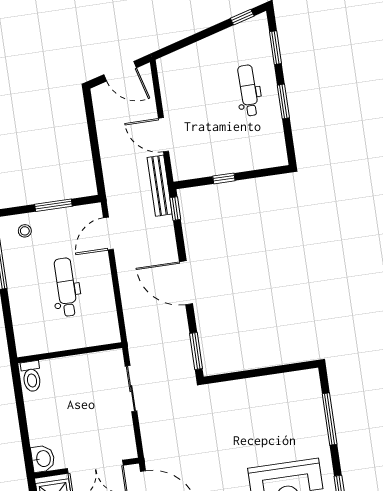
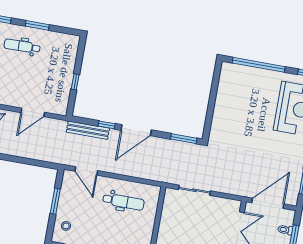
bench: (160, 186) -> (88, 130), moved
window: (175, 209) -> (107, 125), moved
dental chair: (66, 287) -> (123, 202), moved, turned 180
window: (330, 419) -> (259, 65), width x1.46

